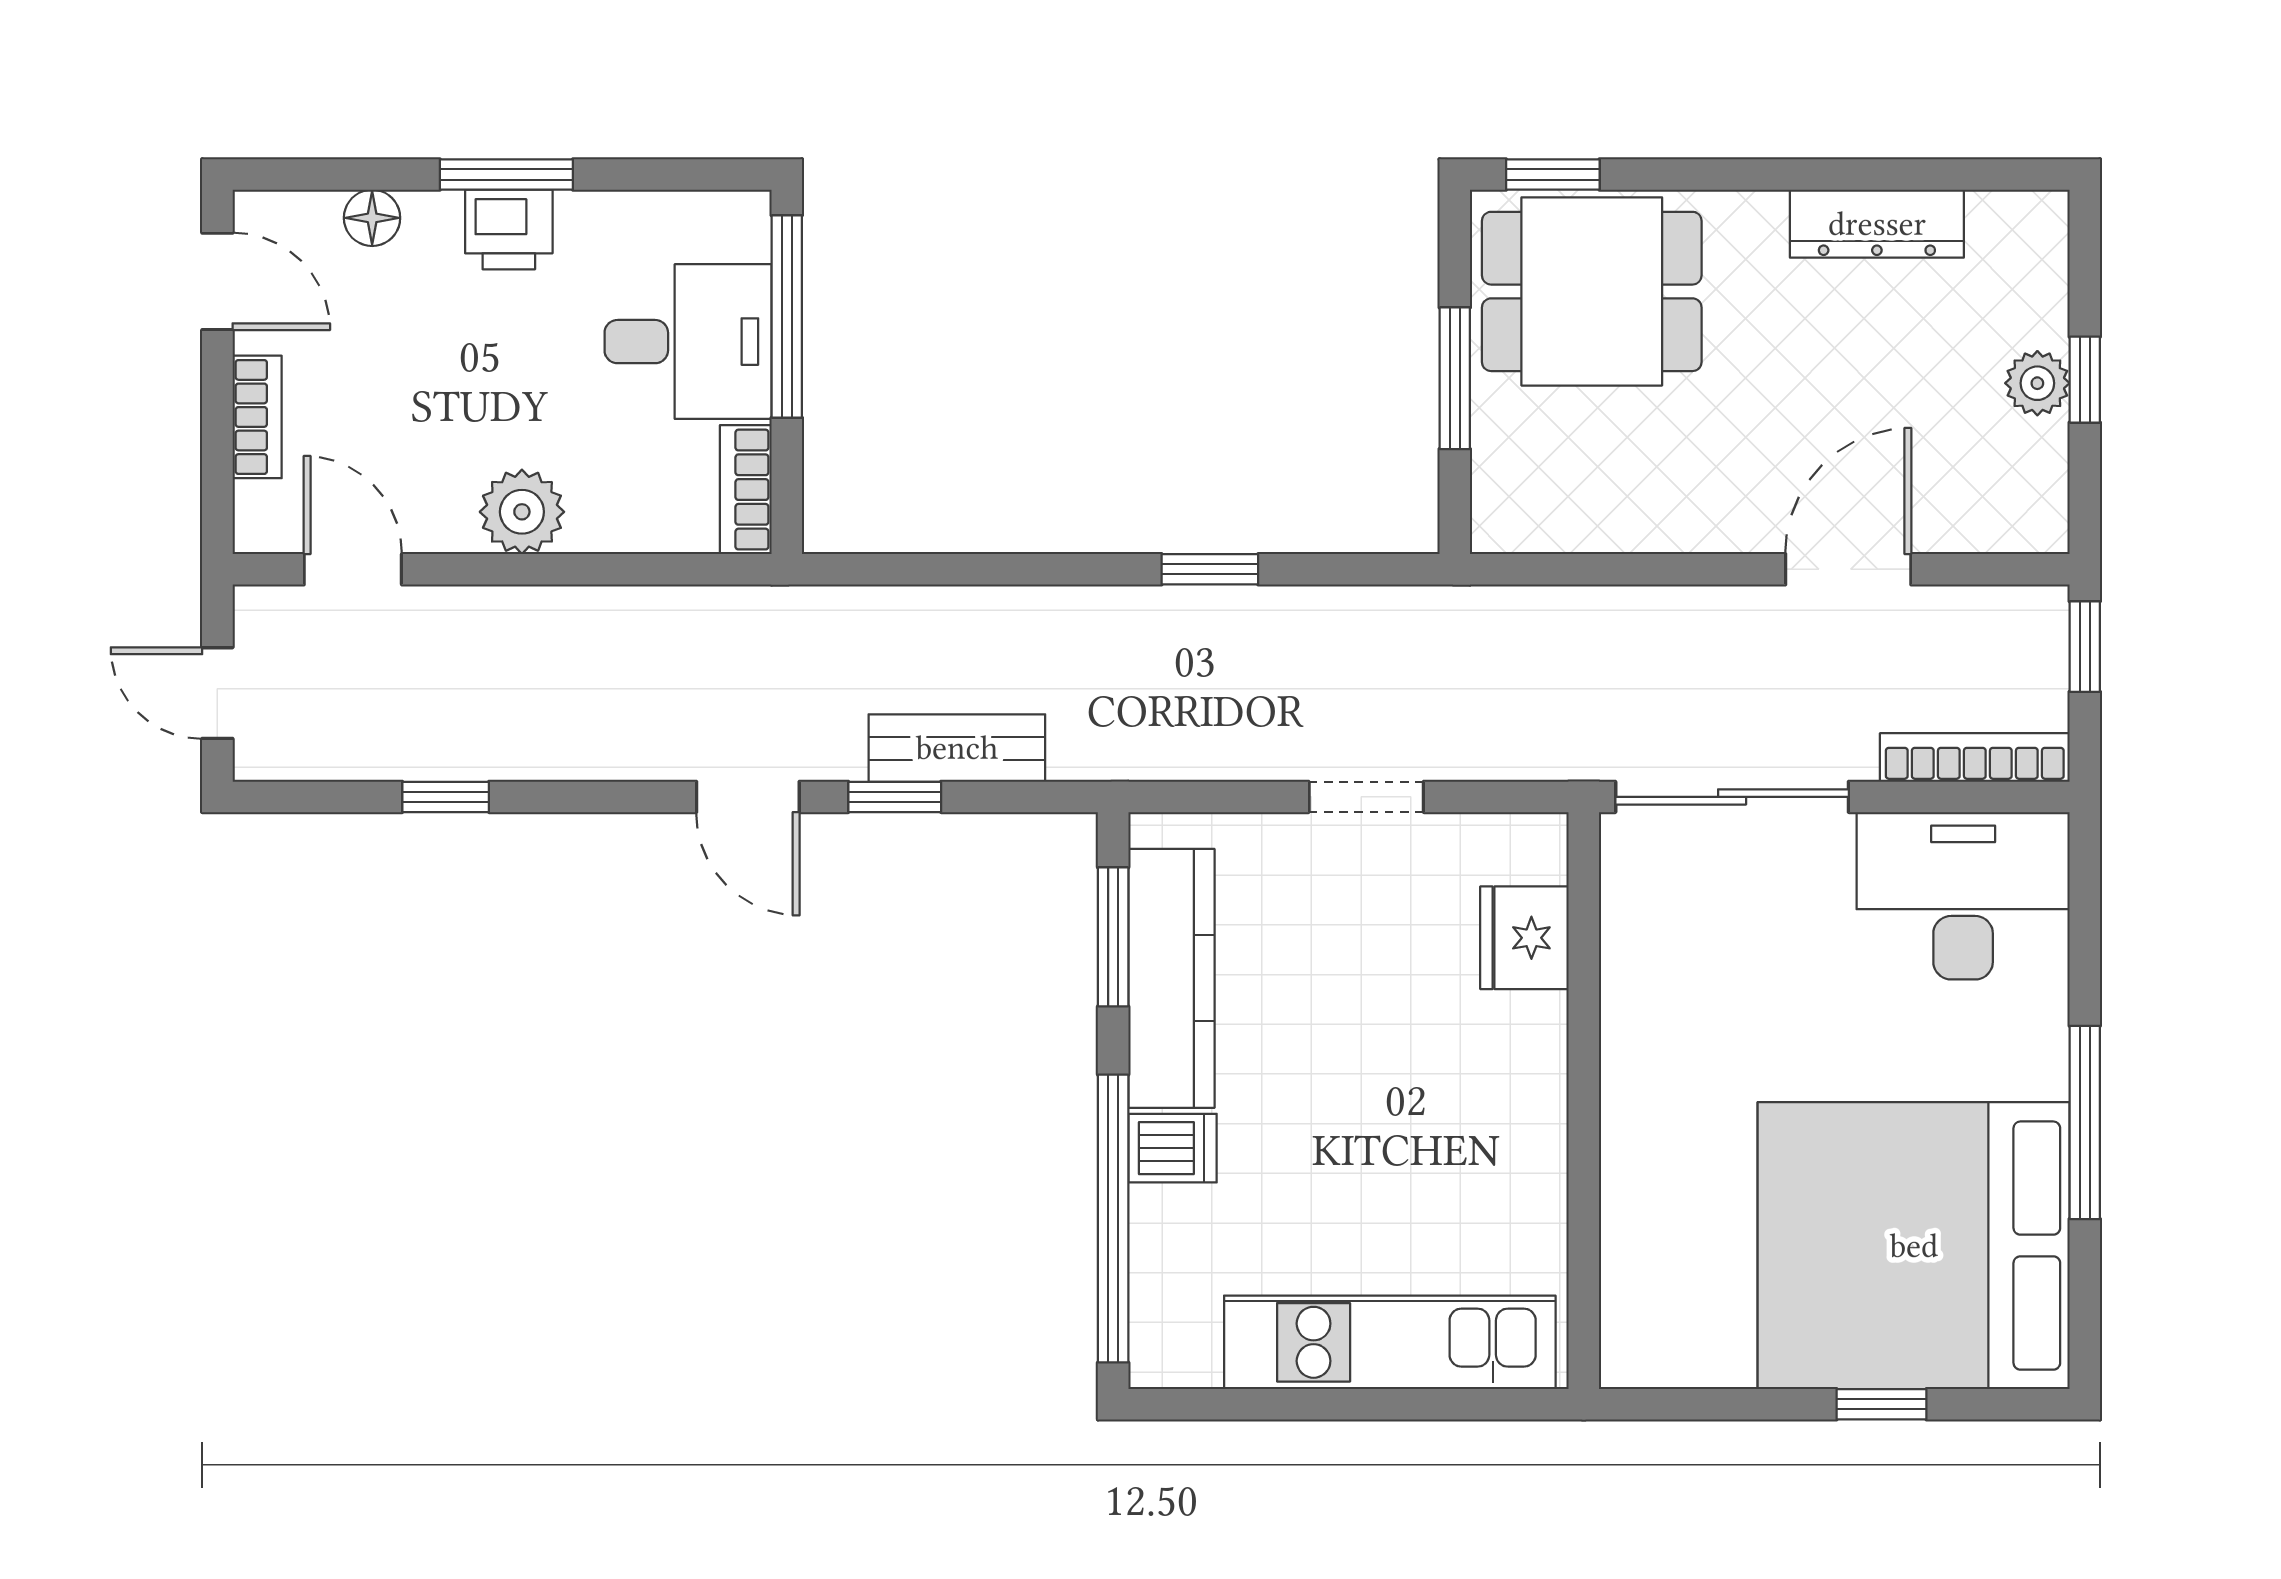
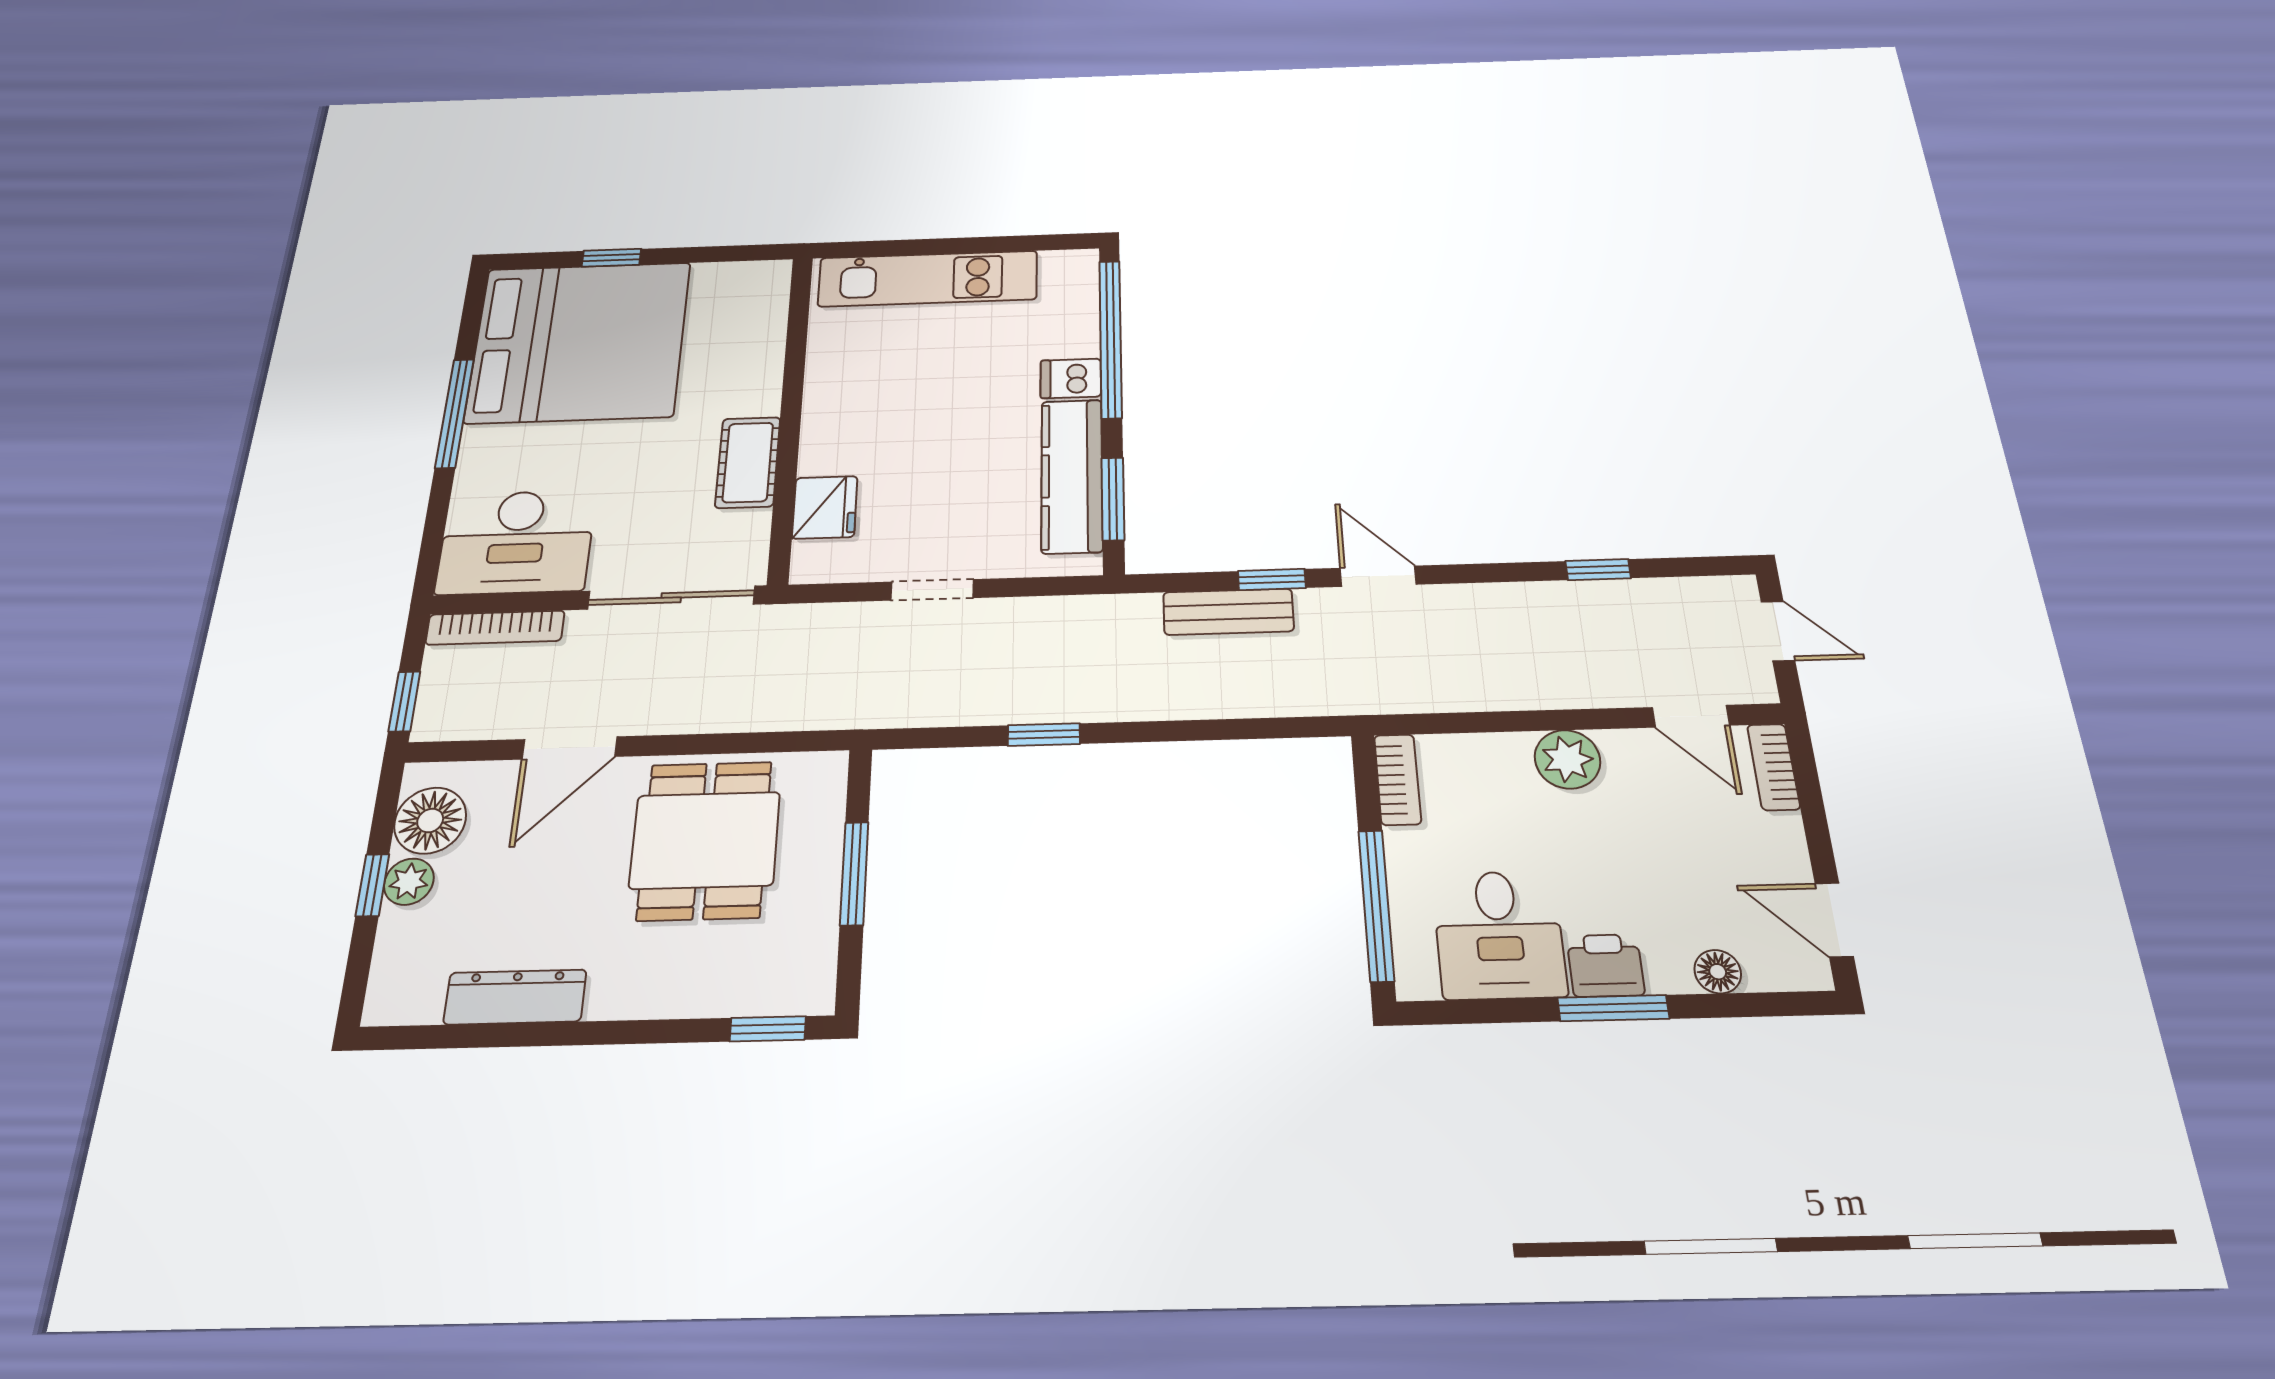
dining table: (1592, 291) -> (705, 840), moved, turned 90
desk: (688, 342) -> (1499, 935), moved, turned -90
bookcase: (257, 417) -> (1774, 767), moved
floor lamp: (2022, 469) -> (430, 821), added
cot: (1641, 1019) -> (748, 462), added

